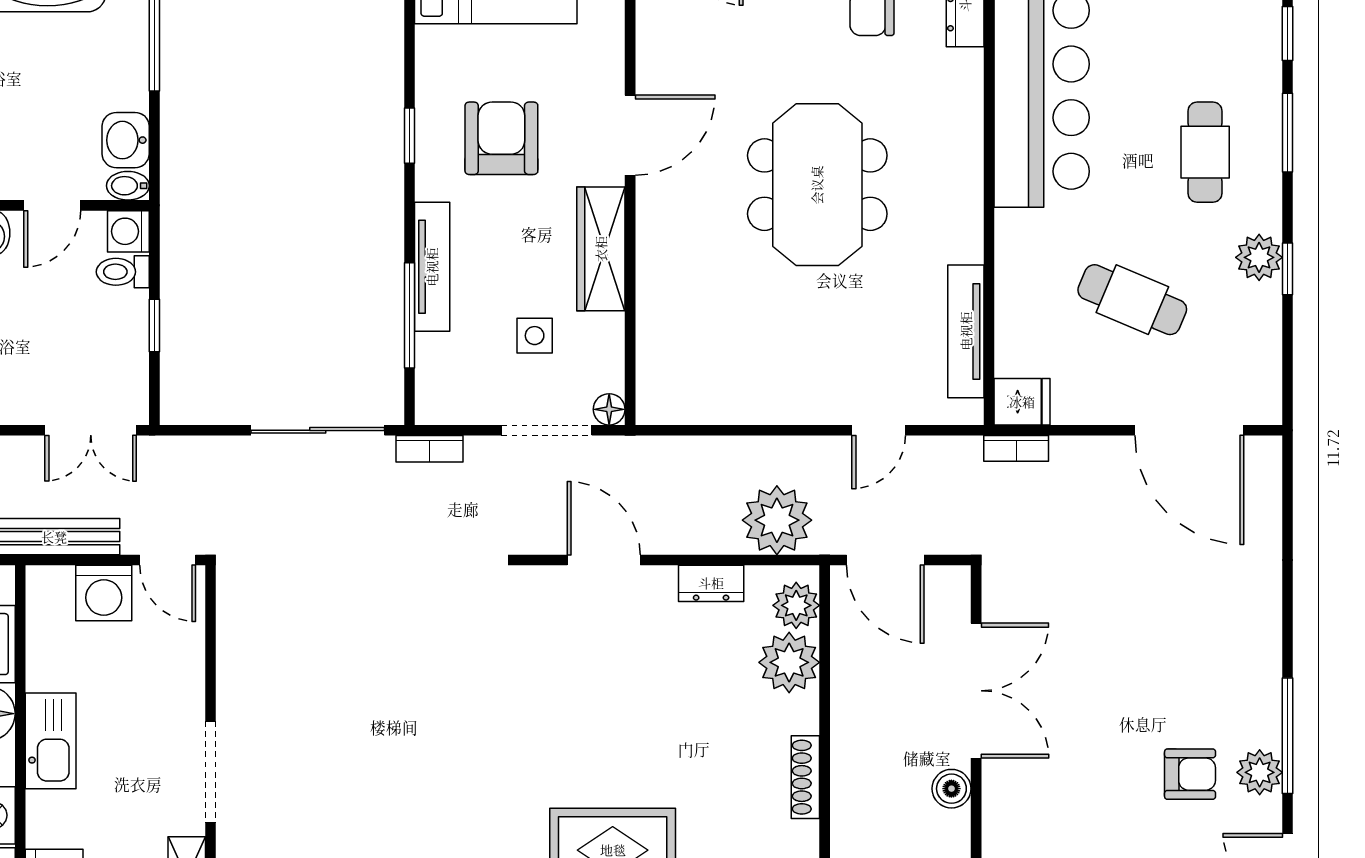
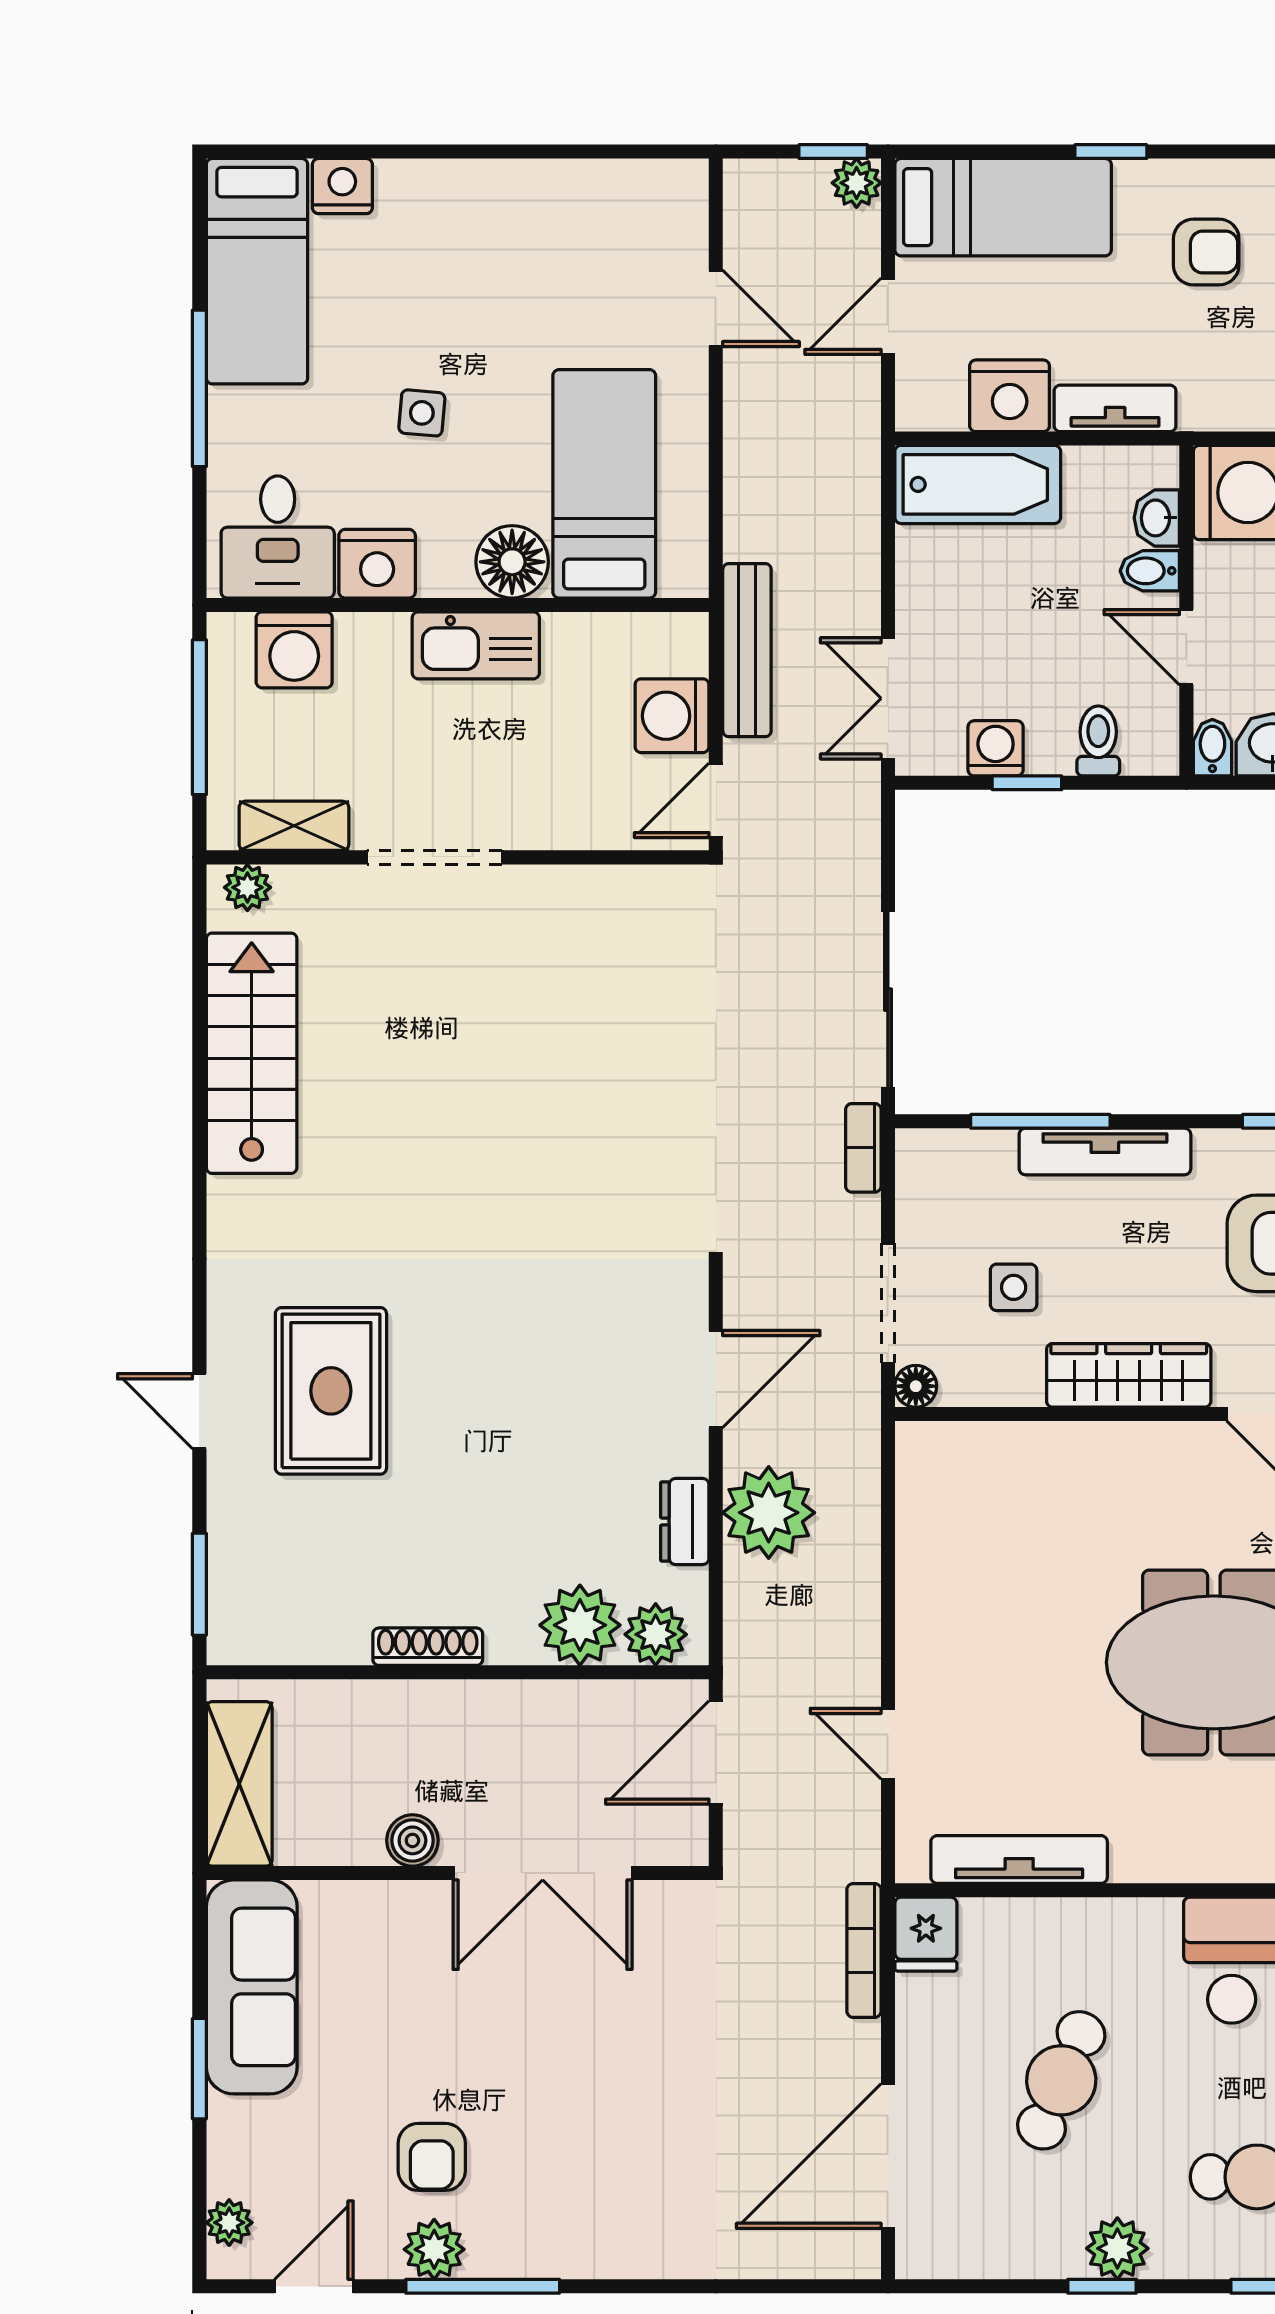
washing machine: (128, 231) -> (996, 748), moved
bookcase: (1016, 448) -> (864, 1950), width x1.56
plant: (777, 520) -> (769, 1513), moved

